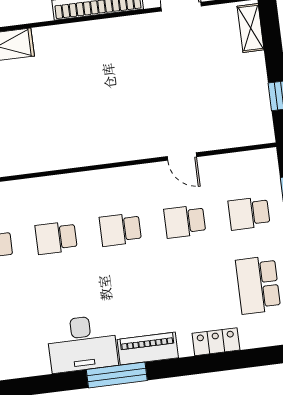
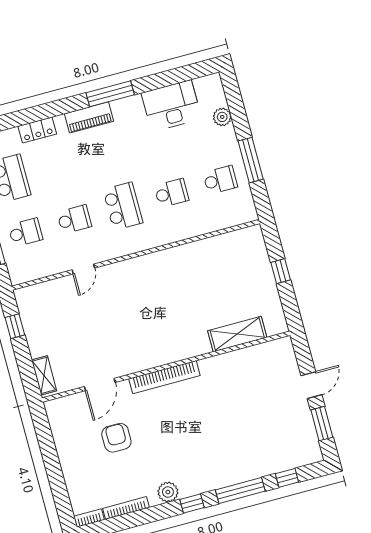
door: (182, 157) -> (83, 269), swing flipped
school desk: (120, 230) -> (123, 206), width x1.85
desk: (82, 344) -> (171, 106), moved

